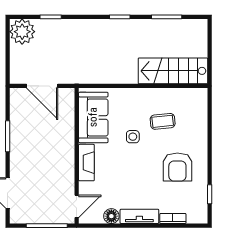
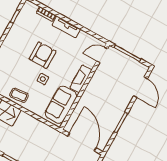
door: (42, 86) -> (82, 142), width x1.36
coffee table: (163, 121) -> (19, 95), moved
armchair: (177, 167) -> (43, 55), moved
floor lamp: (111, 216) -> (84, 37), removed

